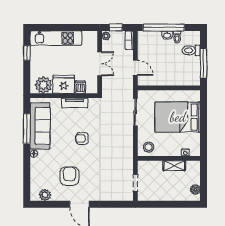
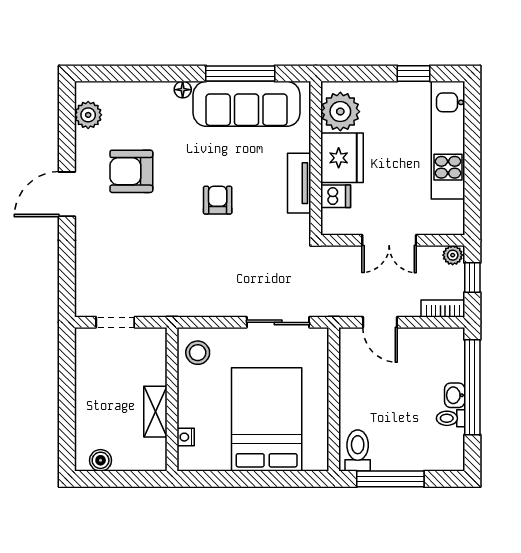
toilet: (191, 50) -> (358, 450), moved
door: (135, 68) -> (380, 322), hinge flipped
armchair: (69, 176) -> (131, 171), turned 180

